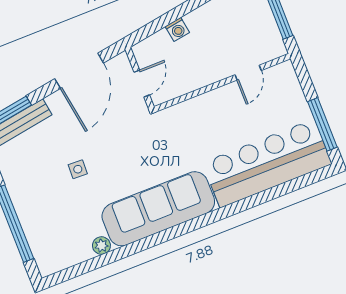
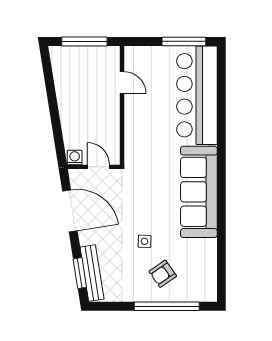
washing machine: (177, 29) -> (75, 158), moved, turned -81
armchair: (49, 204) -> (163, 274), added
plant: (101, 246) -> (210, 246), removed

